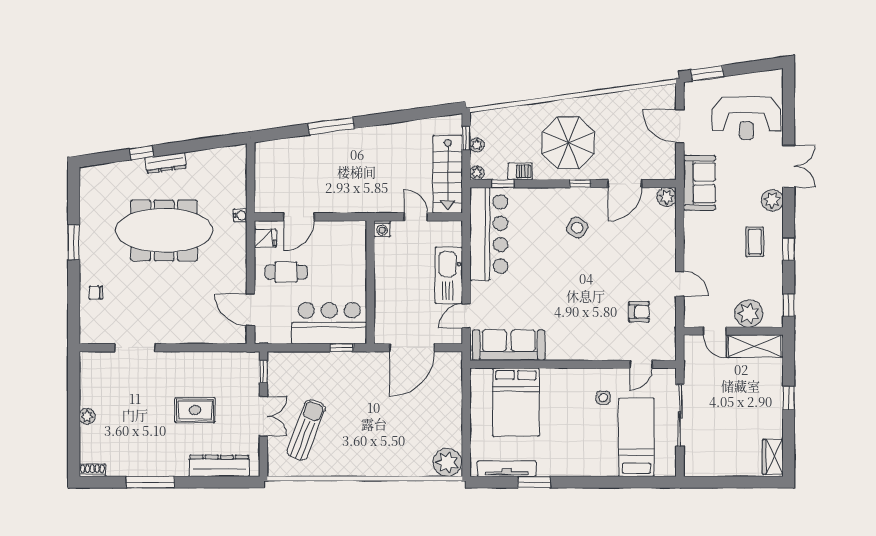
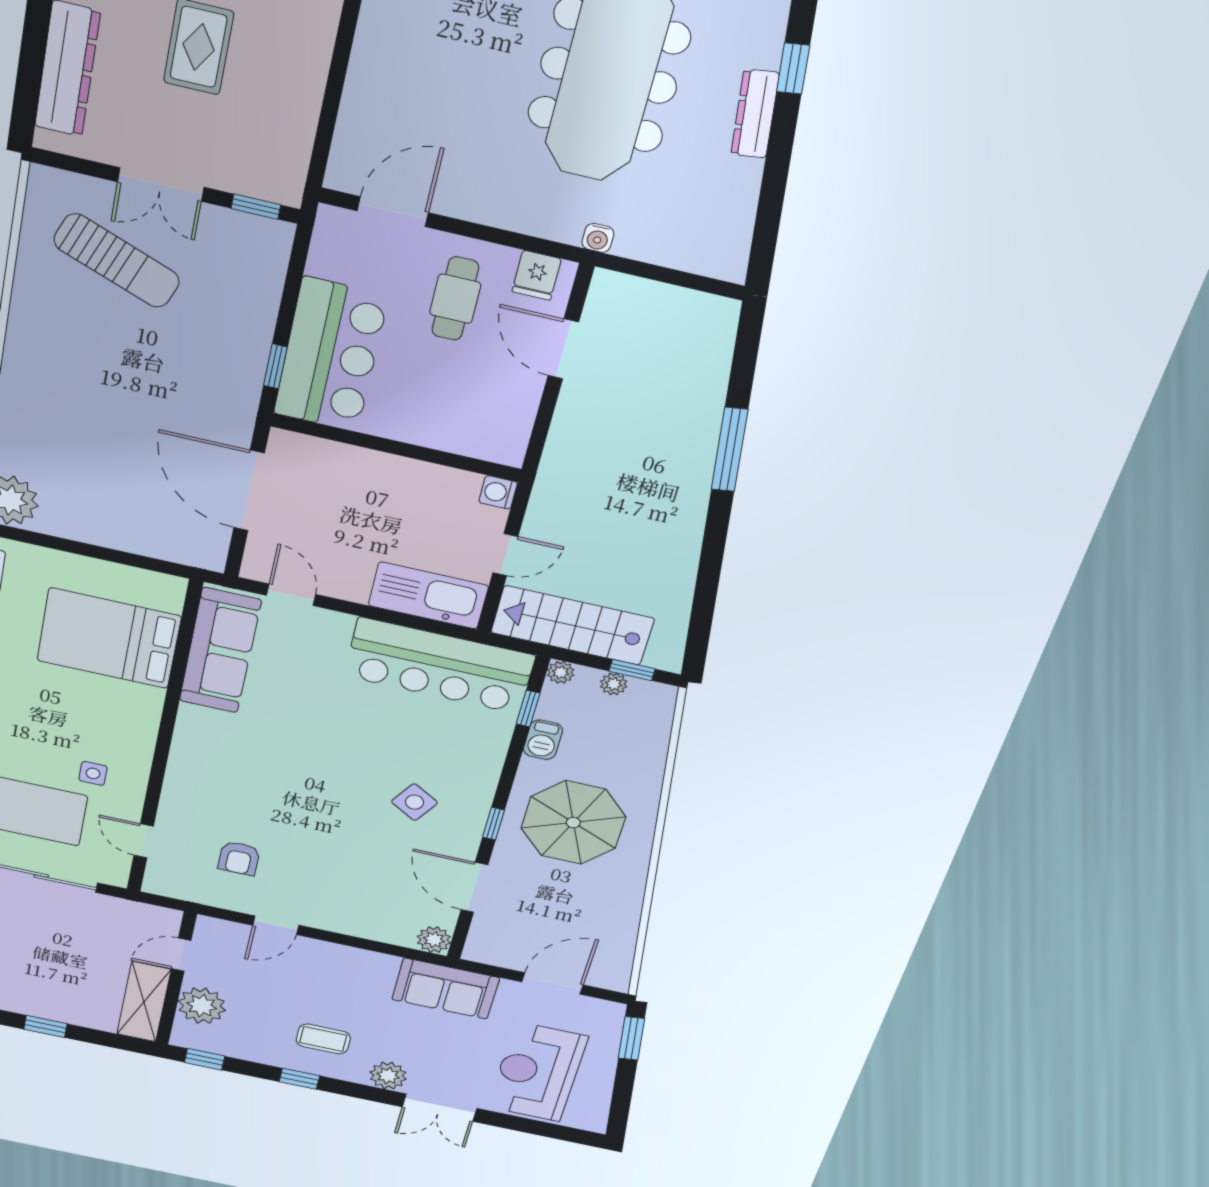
kitchen sink: (449, 275) -> (428, 596), moved

